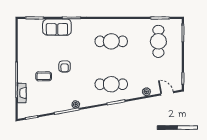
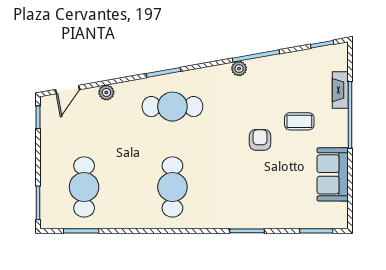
sofa: (57, 27) -> (333, 174), moved, turned -90
cafe table: (111, 41) -> (172, 187), turned 90
door: (167, 93) -> (68, 90), hinge flipped

